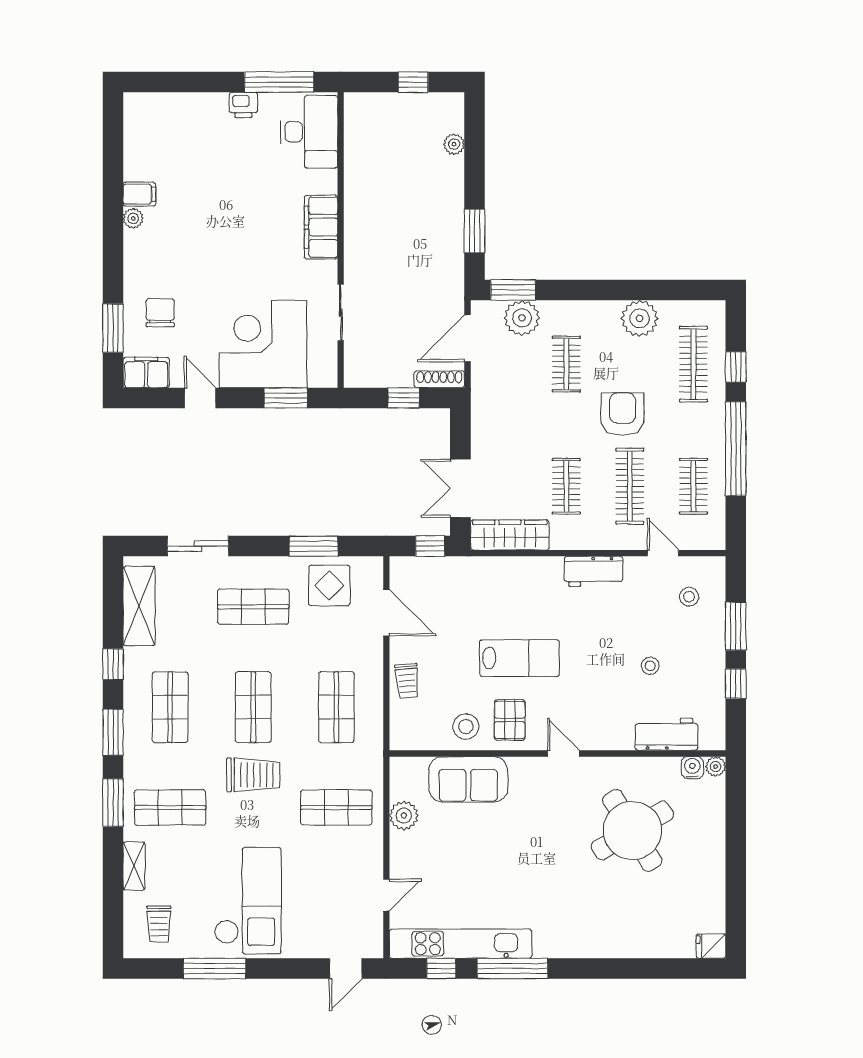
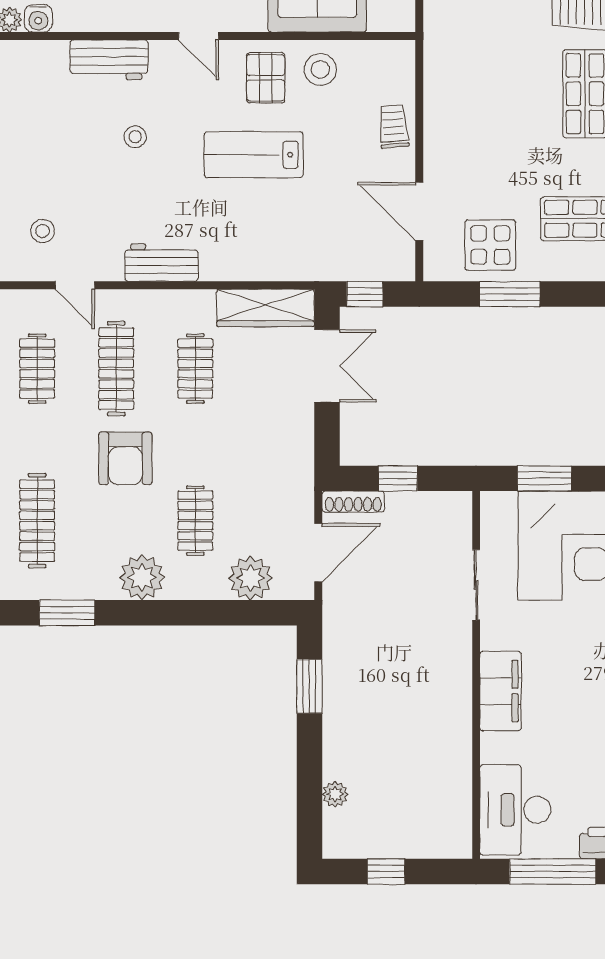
window: (513, 290) -> (67, 613), moved
plant: (640, 318) -> (142, 577), moved
stool: (650, 666) -> (135, 137), moved
shop shelf: (336, 707) -> (481, 94), removed
workbench: (667, 734) -> (109, 60), moved

